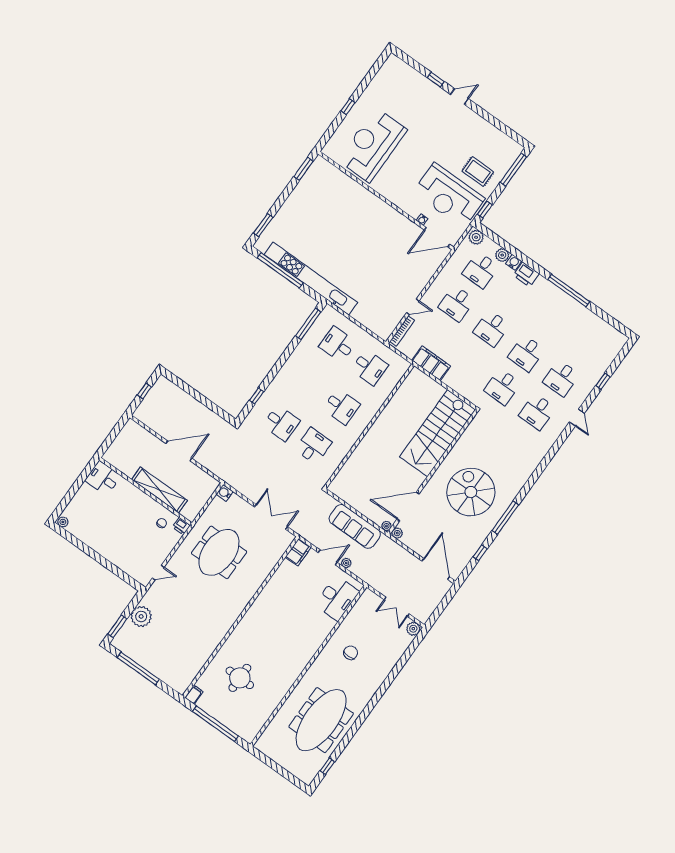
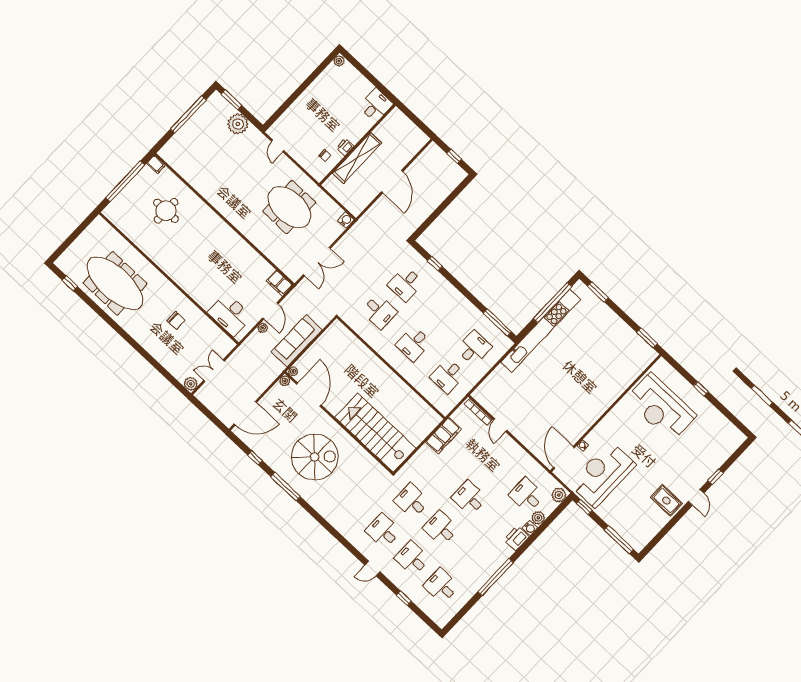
reception desk: (372, 145) -> (661, 407), turned 180
rug: (478, 172) -> (666, 501), moved, turned 90
desk: (457, 303) -> (441, 586), moved
printer: (181, 526) -> (345, 147), moved

